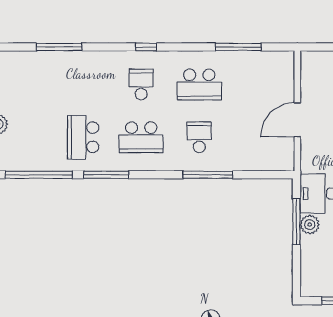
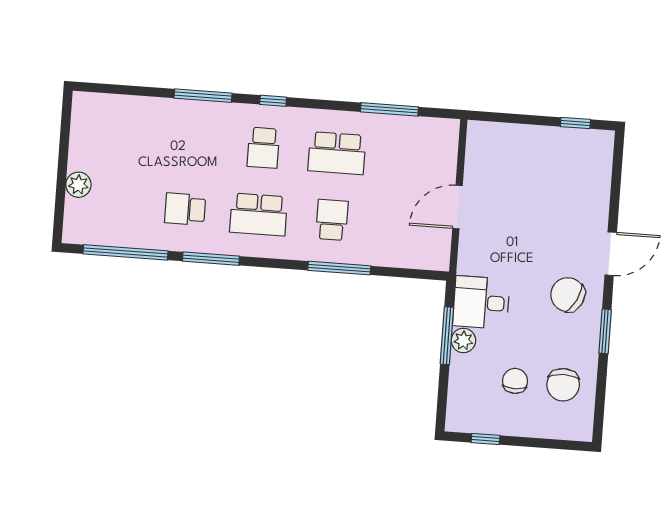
window: (59, 47) -> (203, 96), moved
school desk: (141, 84) -> (263, 148), turned 180
school desk: (83, 137) -> (185, 209), width x0.54

